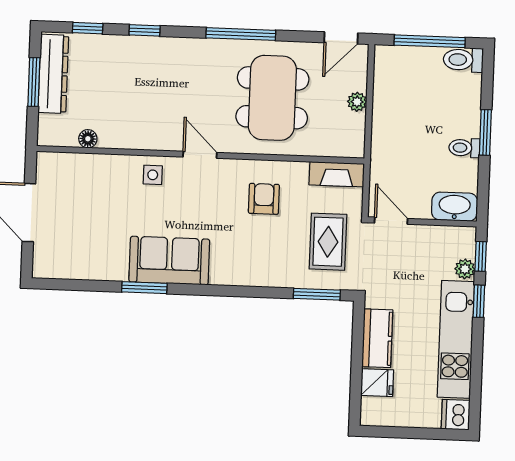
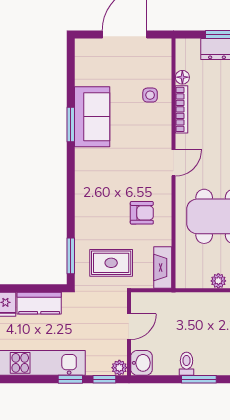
bookcase: (130, 142) -> (182, 109), added
side table: (153, 175) -> (150, 95), moved
washbasin: (455, 207) -> (142, 363), width x0.72
door: (391, 221) -> (129, 327), moved
sofa: (169, 261) -> (92, 117), moved
plant: (465, 269) -> (119, 368), moved

